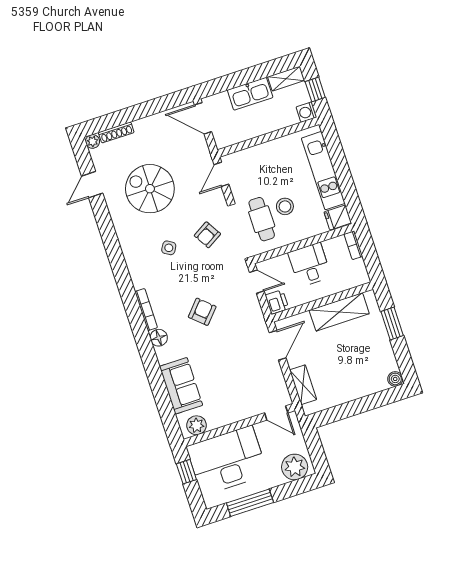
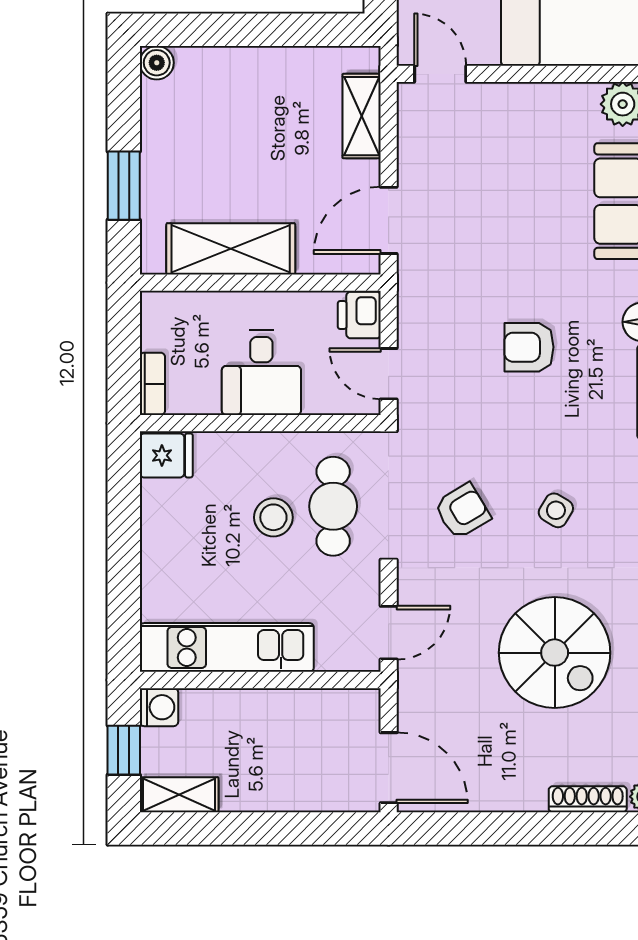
kitchen sink: (250, 94) -> (269, 788), removed
kitchen unit: (323, 171) -> (227, 647), moved, turned -90
armchair: (202, 312) -> (529, 347), turned 48

